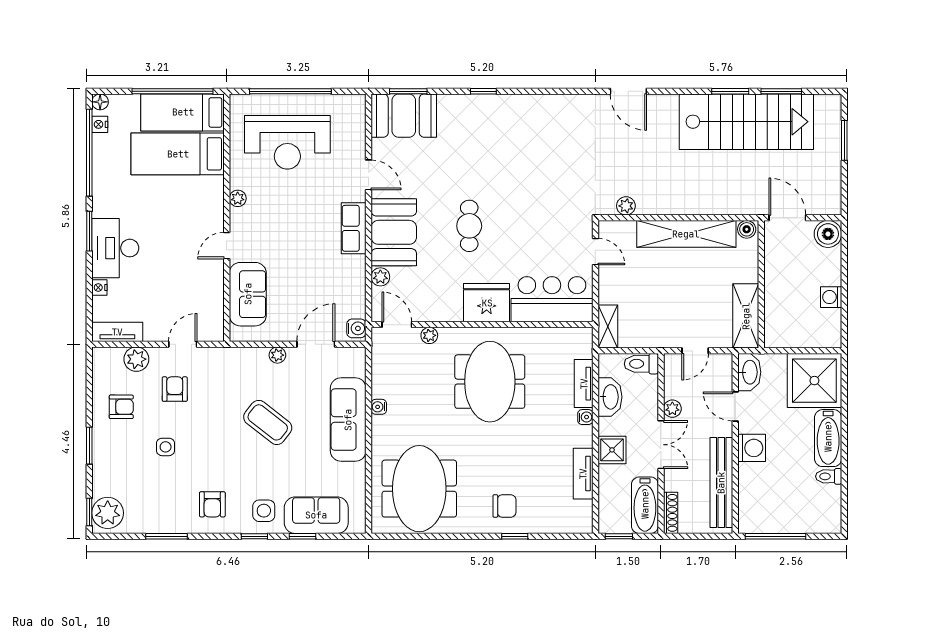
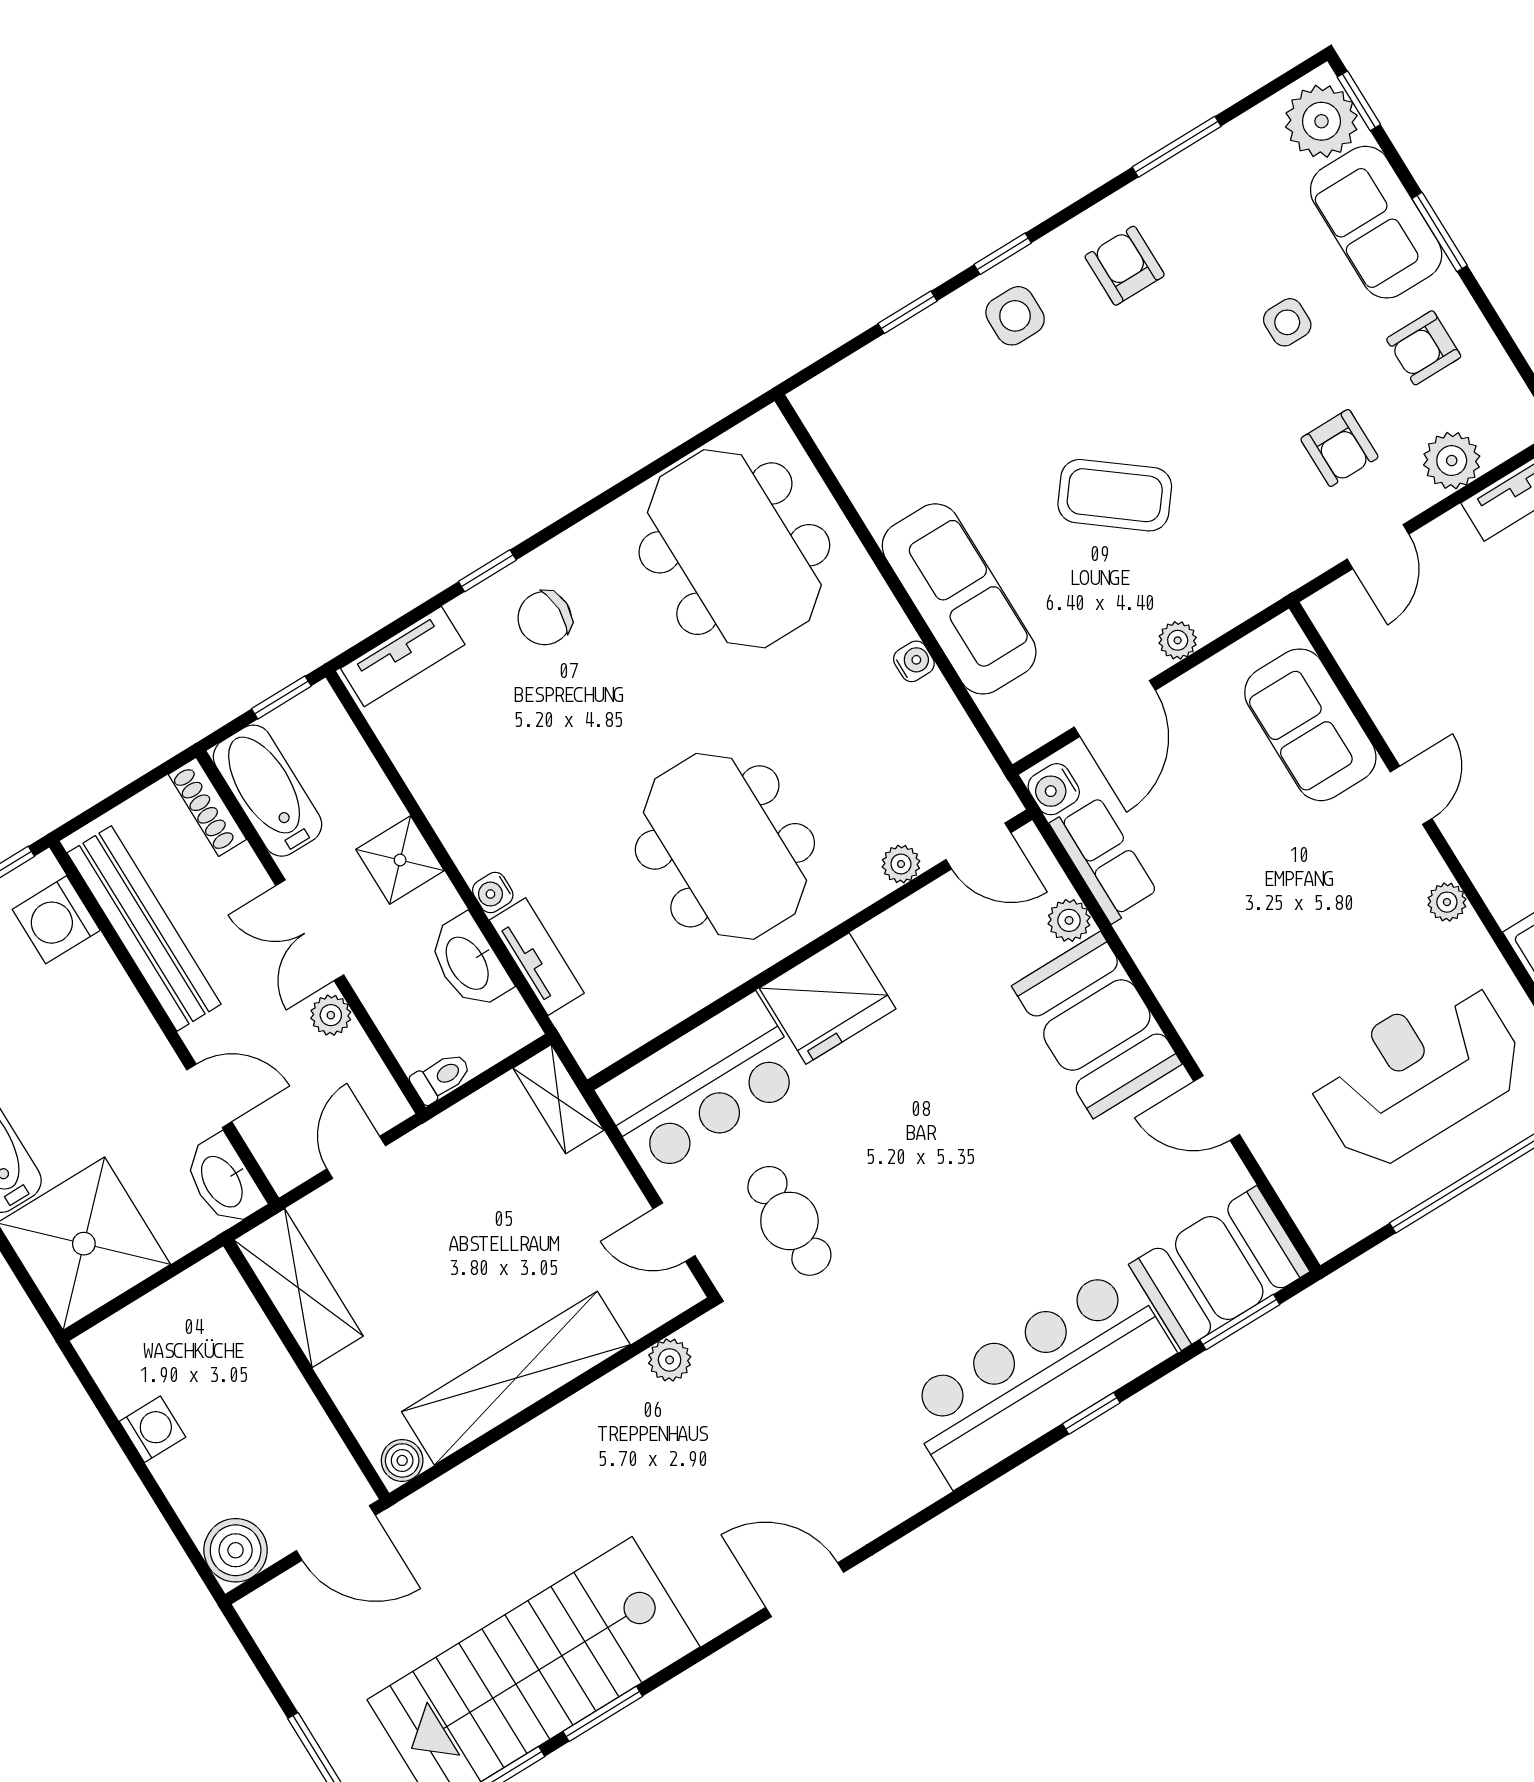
bar counter: (495, 117) -> (1037, 1376), added
cafe table: (469, 226) -> (789, 1221), moved
row of seats: (354, 228) -> (1104, 859), moved
toilet: (641, 364) -> (441, 1077), width x0.73, depth x0.72
washing machine: (752, 448) -> (56, 920), moved
tv unit: (583, 474) -> (403, 656), moved, turned 90
sofa: (316, 515) -> (1376, 222), moved, turned 90

